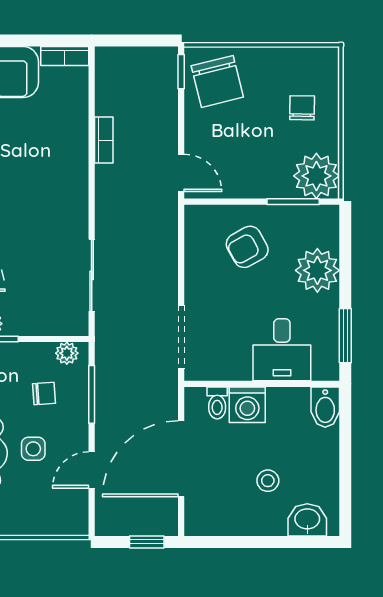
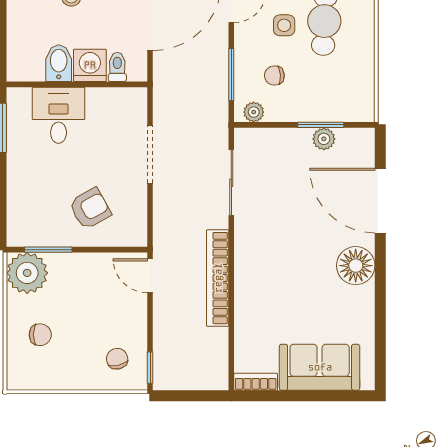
chair: (217, 81) -> (117, 359), width x0.54, depth x0.54
chair: (302, 108) -> (40, 335), turned -91
bookcase: (104, 140) -> (218, 278), width x2.31, depth x1.31
plant: (317, 270) -> (26, 187), removed
doorway: (181, 337) -> (150, 155), moved
bidet: (325, 407) -> (59, 63), moved

